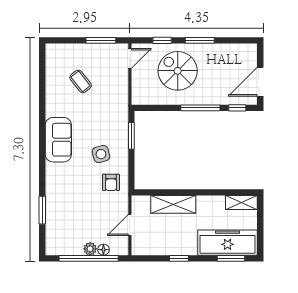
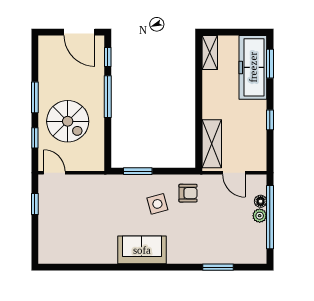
window: (101, 40) -> (35, 204), width x0.67
spiral stairs: (178, 71) -> (68, 121), turned -90
coffee table: (81, 81) -> (79, 226), removed
shelving: (173, 204) -> (212, 144), moved

